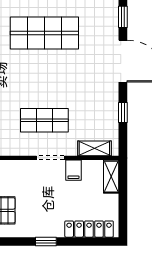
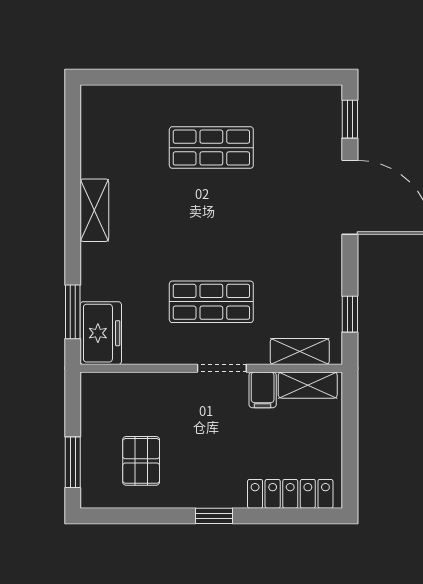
shop shelf: (44, 33) -> (211, 148), width x0.70, depth x0.74
window: (123, 112) -> (350, 314), moved
shelving: (111, 177) -> (308, 385), moved, turned 90

